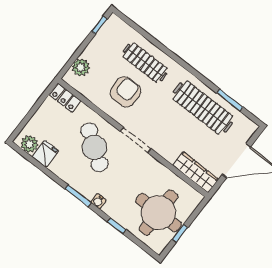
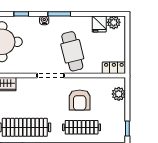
cafe table: (94, 147) -> (72, 51), turned 41

